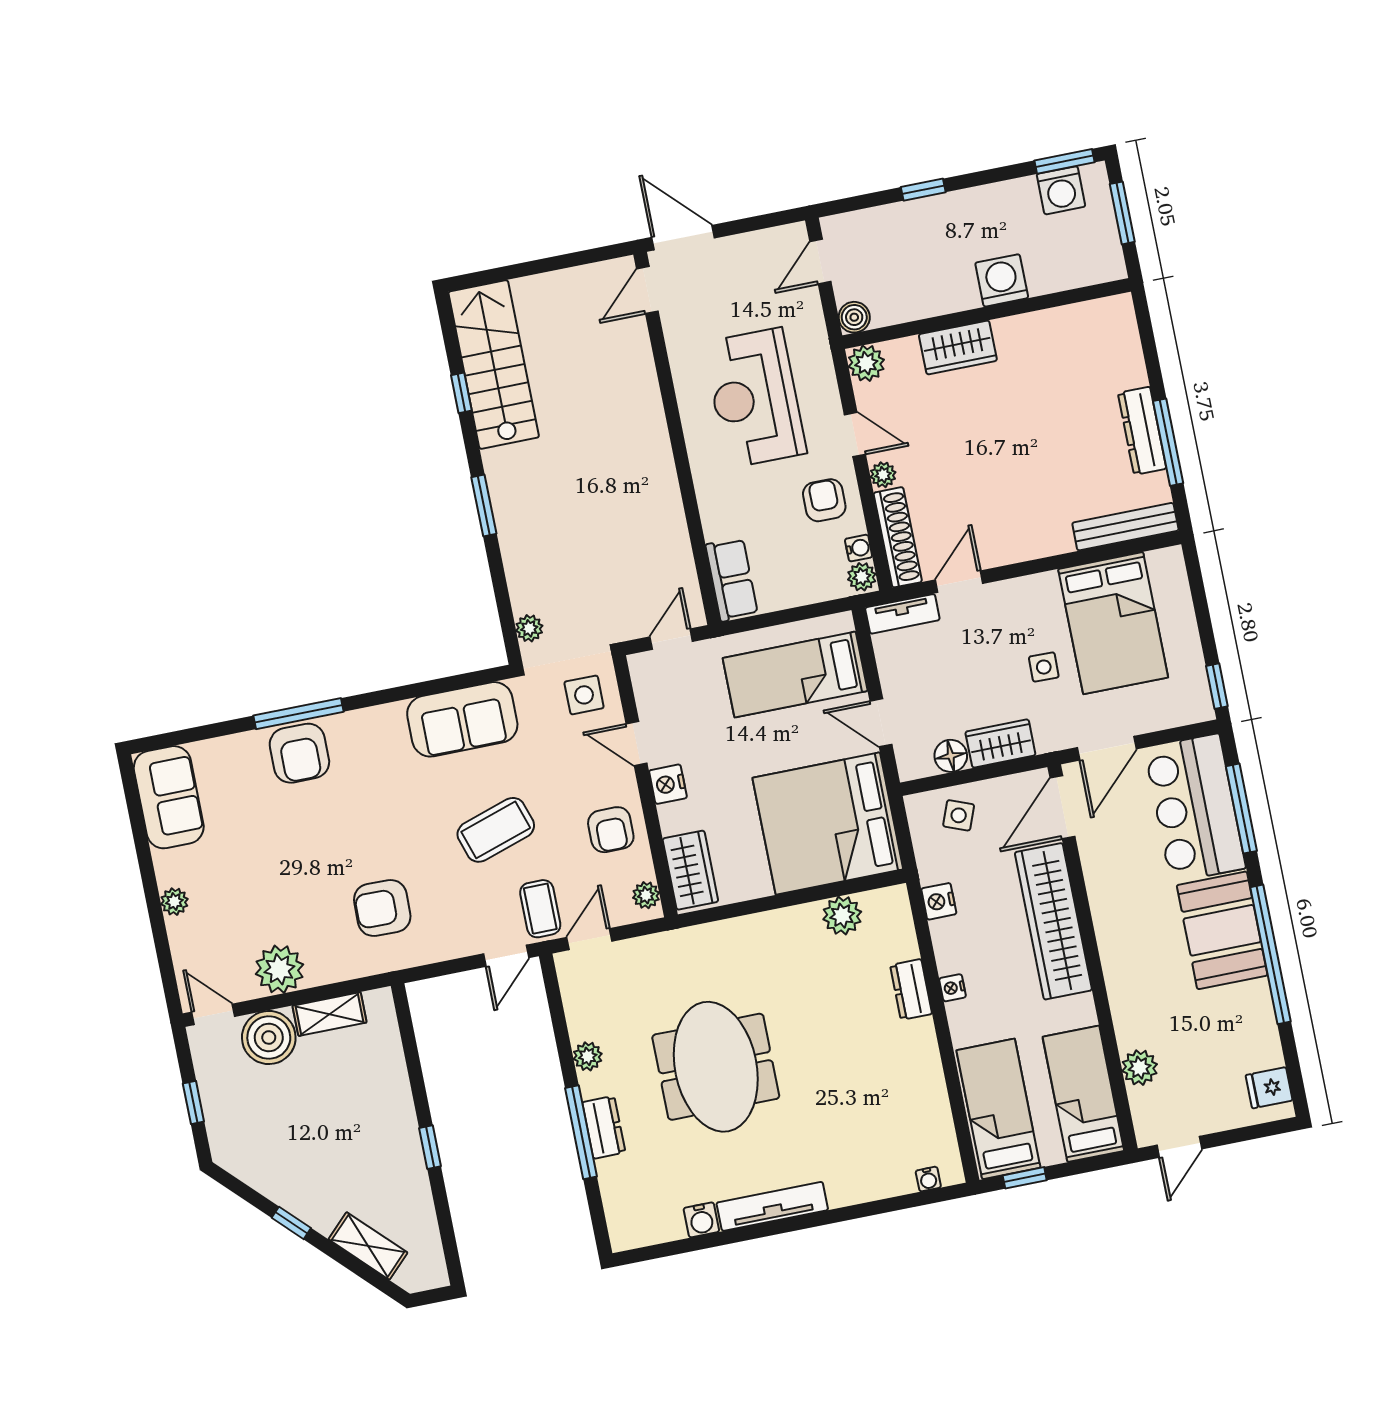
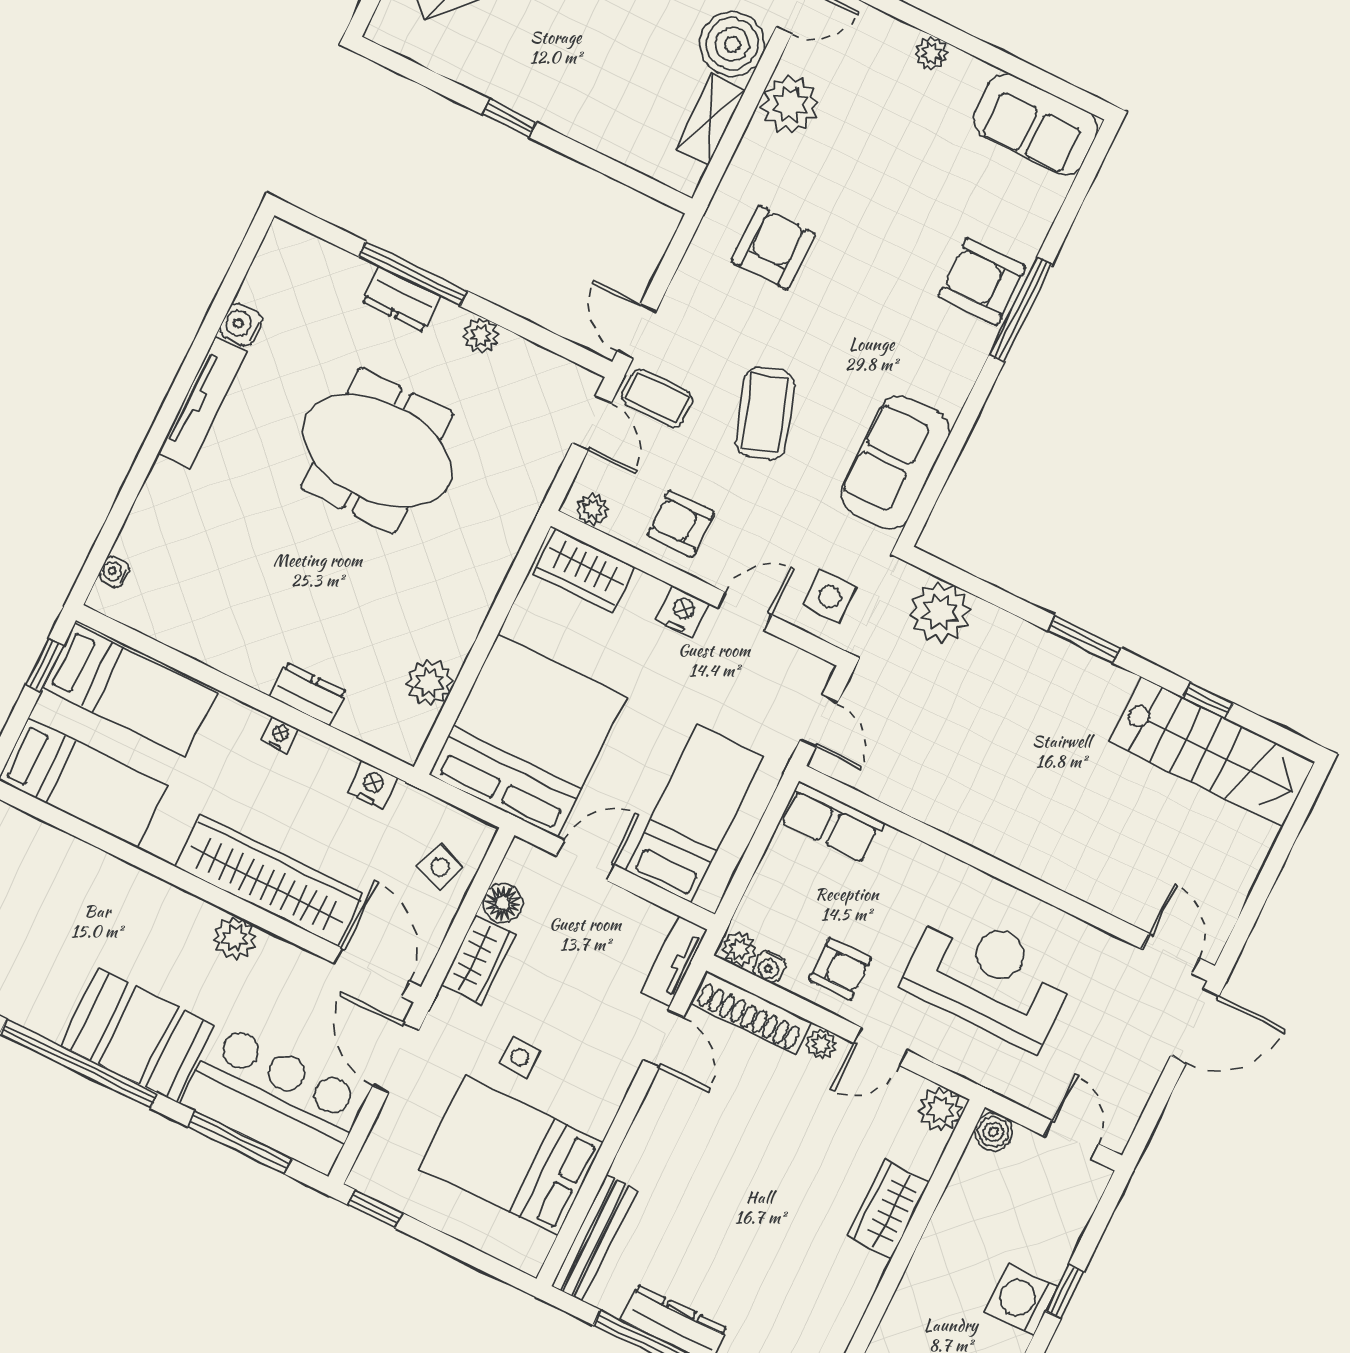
washing machine: (1002, 280) -> (1021, 1299), moved, turned 180
plant: (529, 628) -> (940, 612), width x1.88, depth x1.88
plant: (1140, 1068) -> (234, 938), moved

